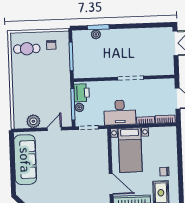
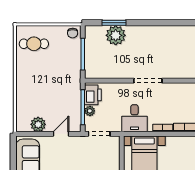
plant: (96, 34) -> (116, 35), width x1.87, depth x1.87
chair: (51, 45) -> (73, 33), moved
desk: (120, 113) -> (134, 118), width x0.73

